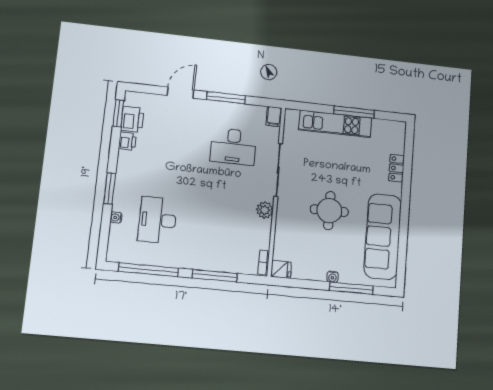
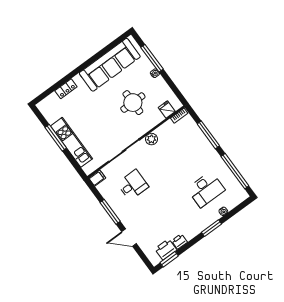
desk: (233, 147) -> (133, 185), width x0.73
round table: (329, 211) -> (133, 103), moved
fridge: (281, 269) -> (167, 109), moved

